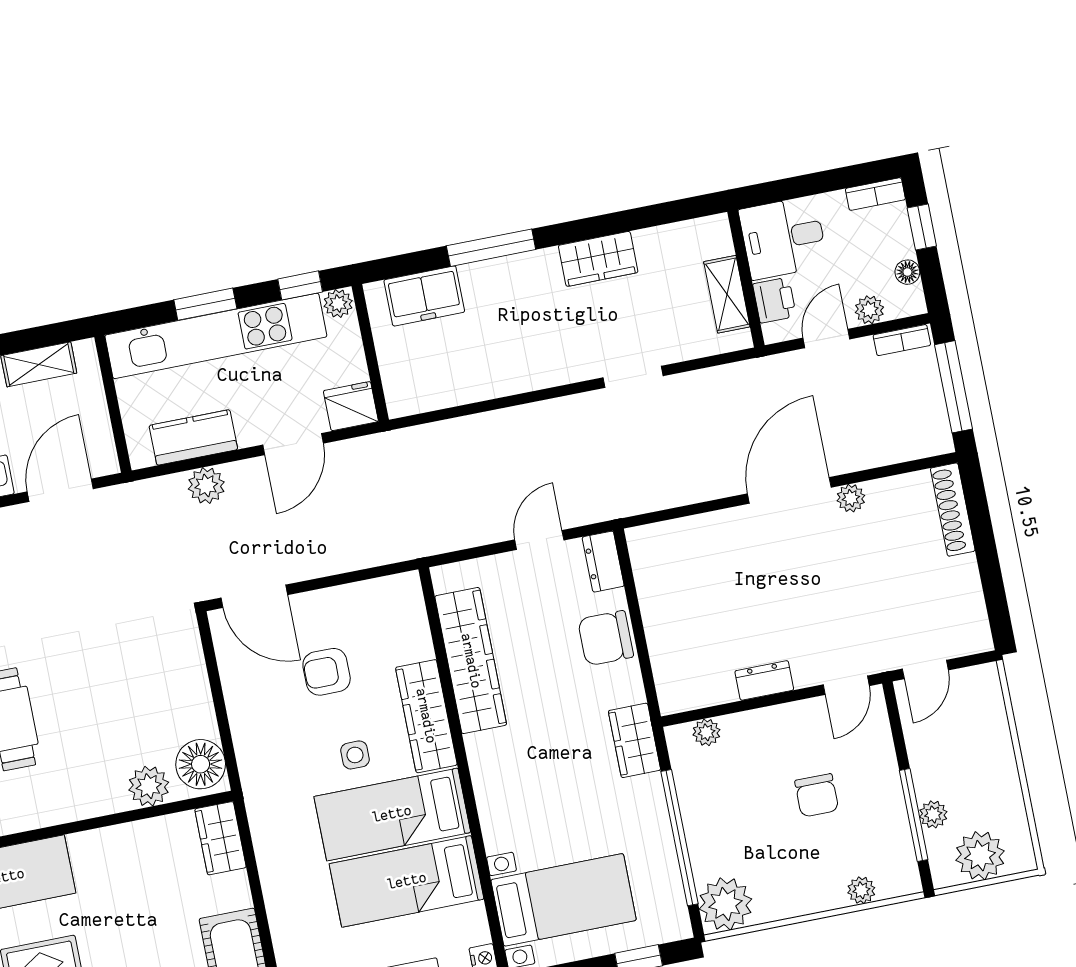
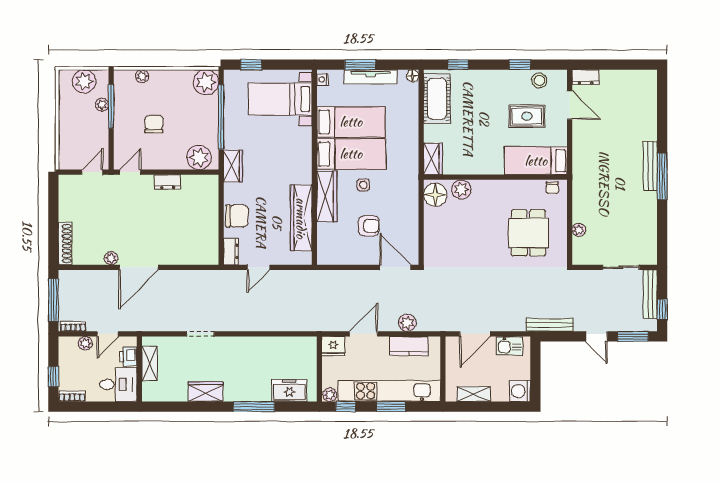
floor lamp: (907, 272) -> (64, 357), removed
plant: (706, 732) -> (199, 158), width x1.88, depth x1.88

